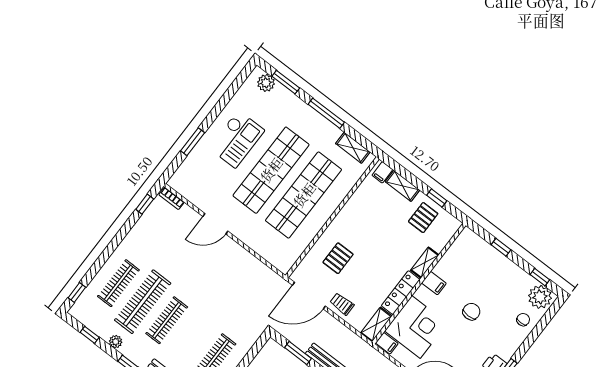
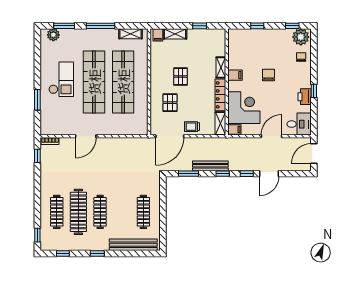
pallet: (423, 218) -> (181, 77), moved
plant: (116, 342) -> (81, 246), removed

